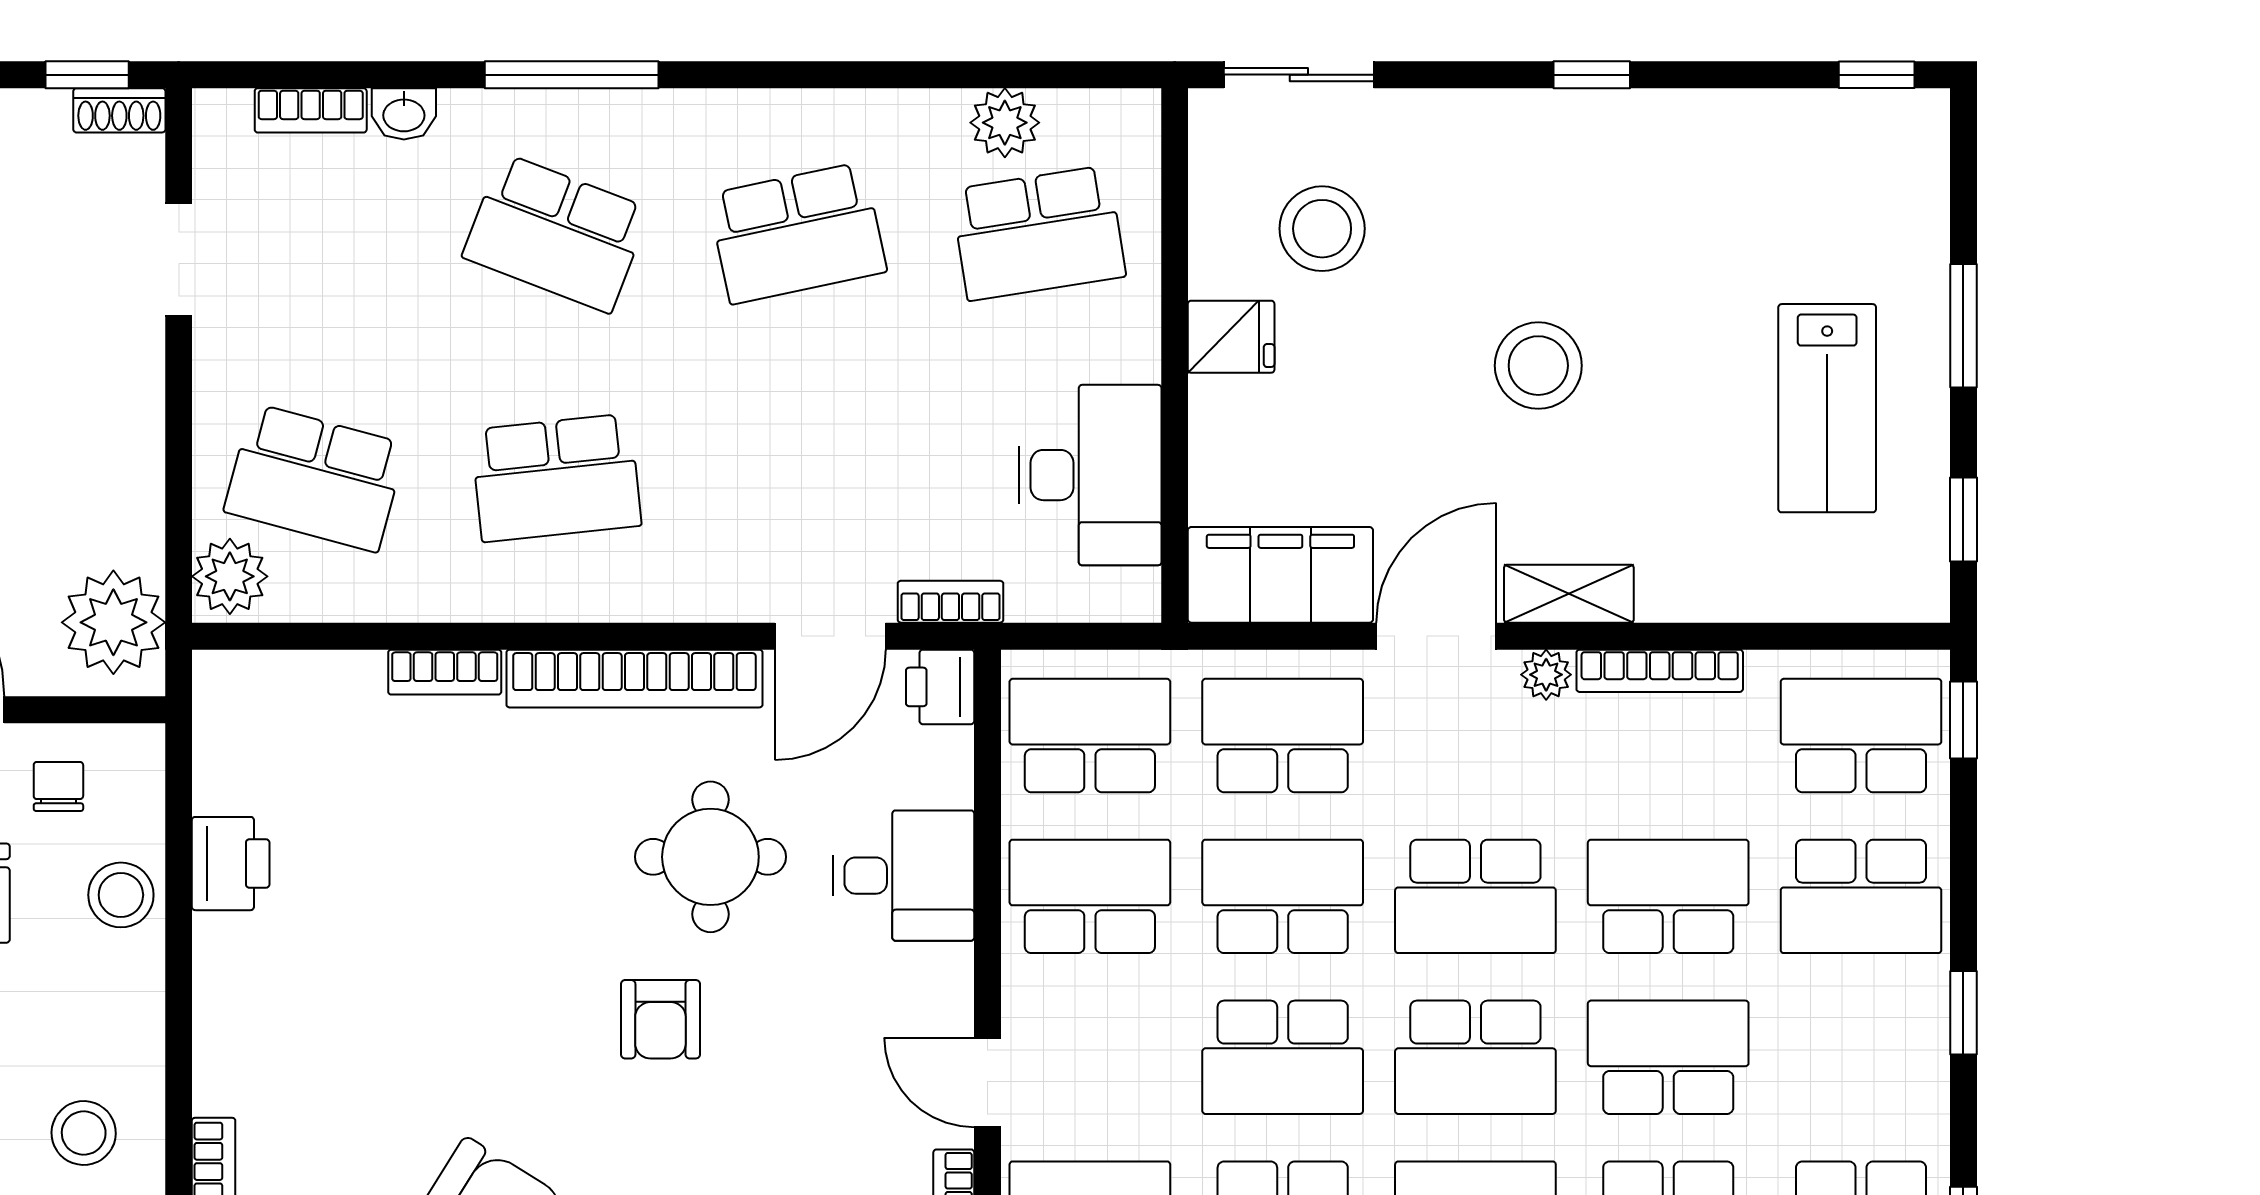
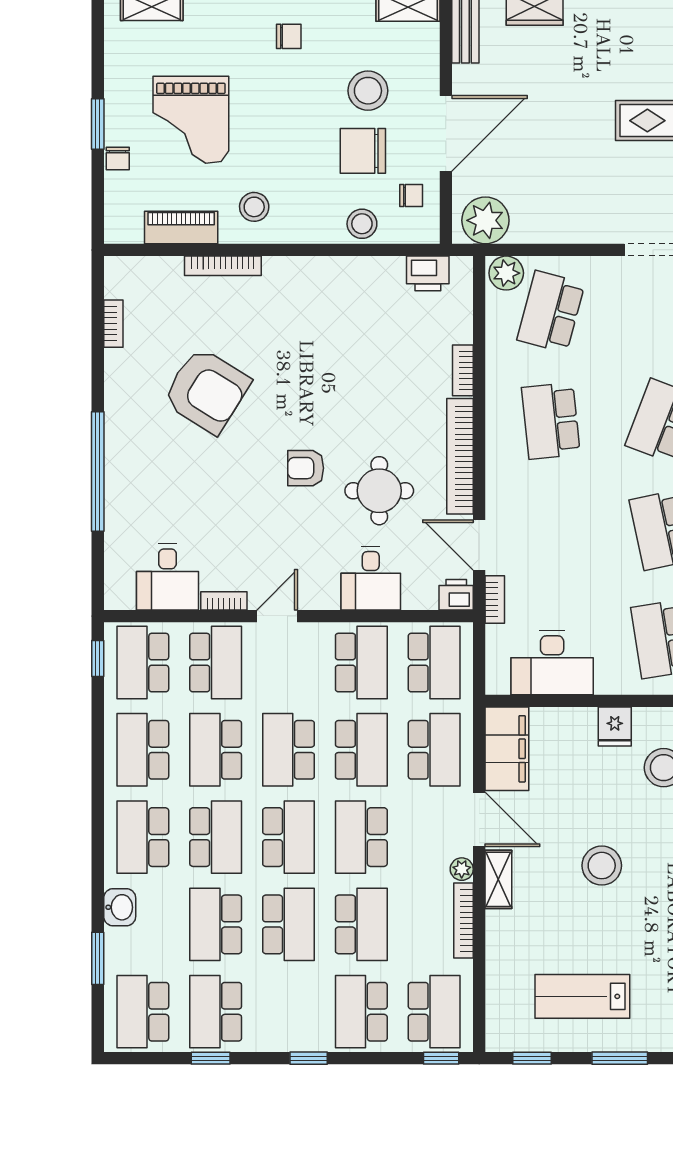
printer: (231, 864) -> (428, 273), moved
school desk: (1475, 1057) -> (288, 837), turned 180

